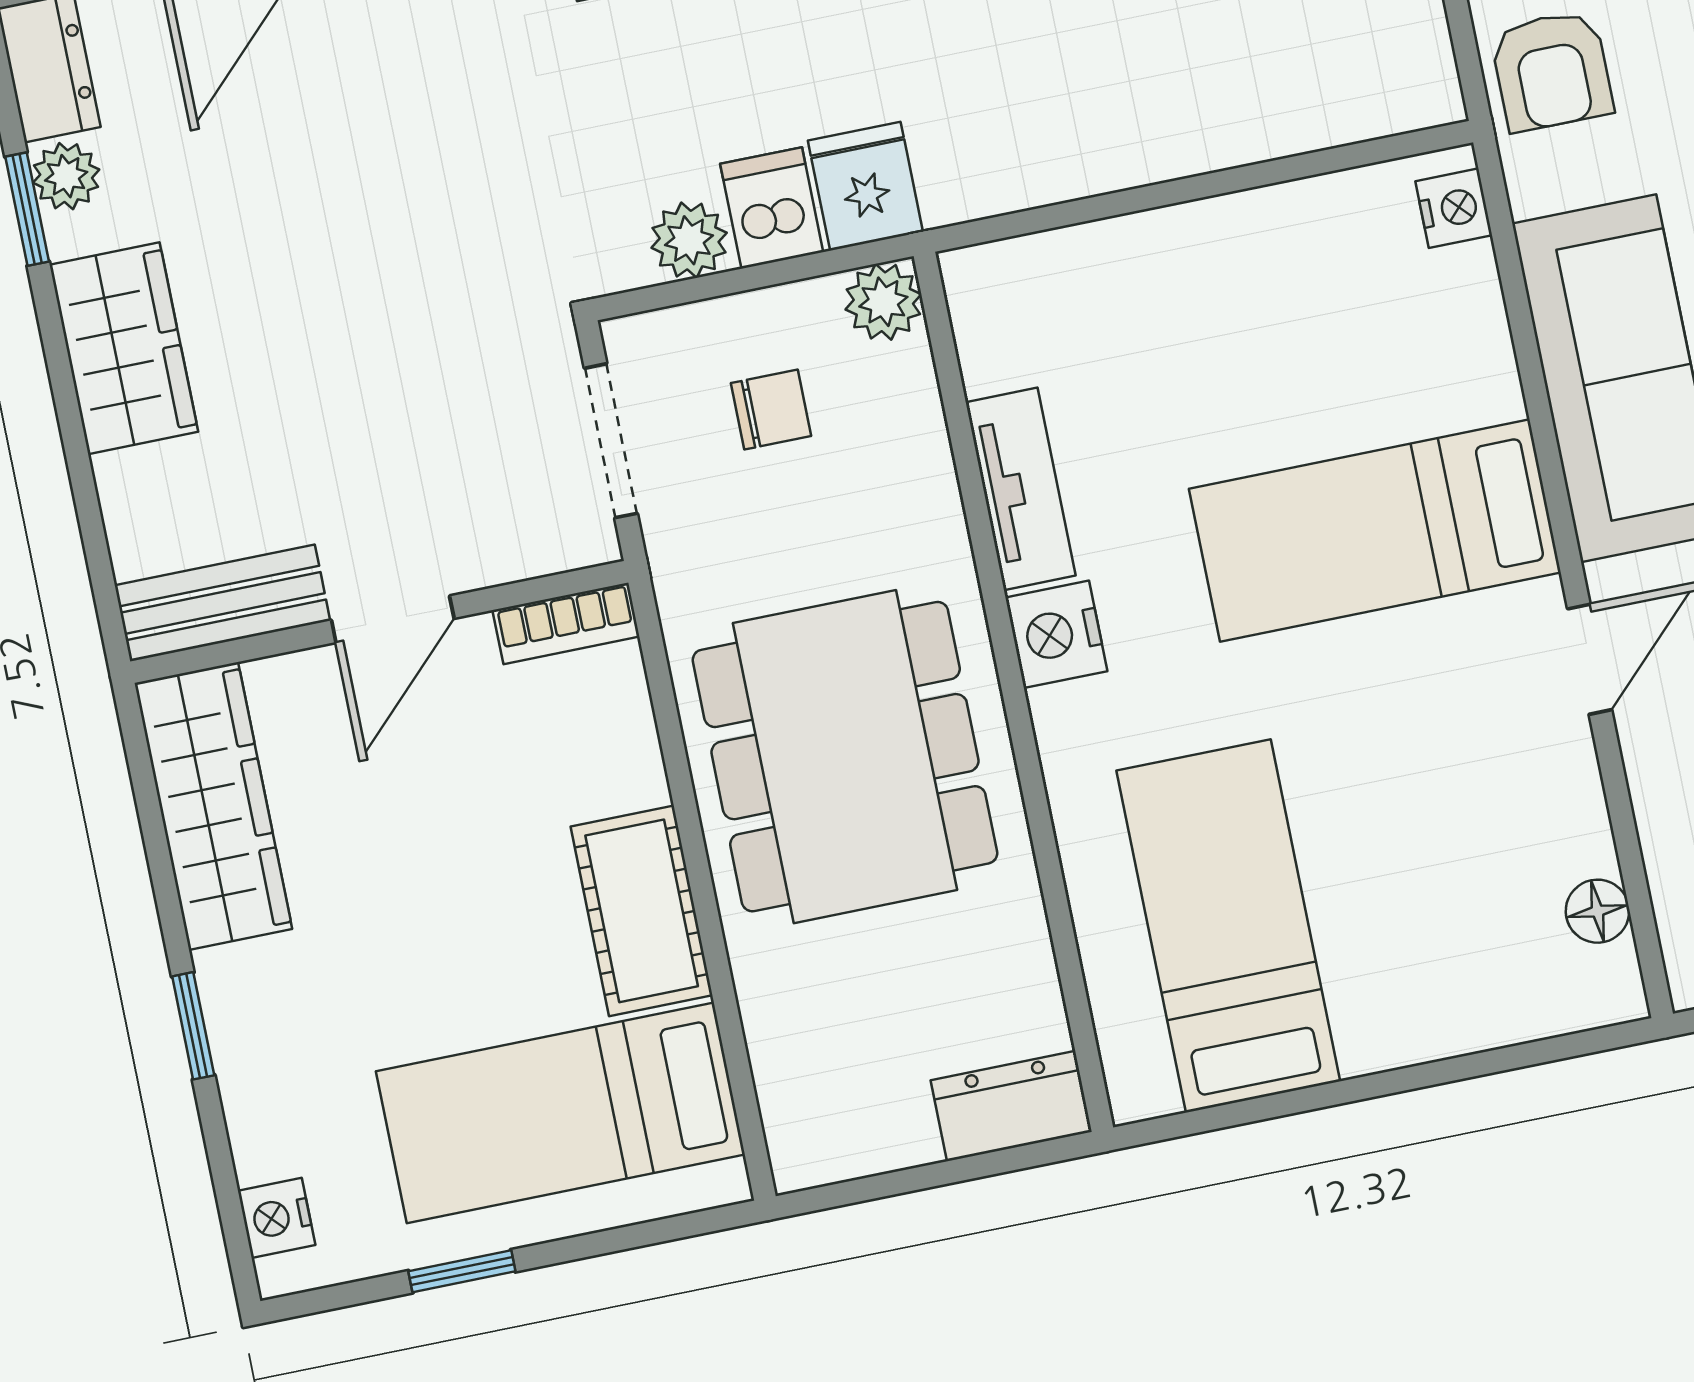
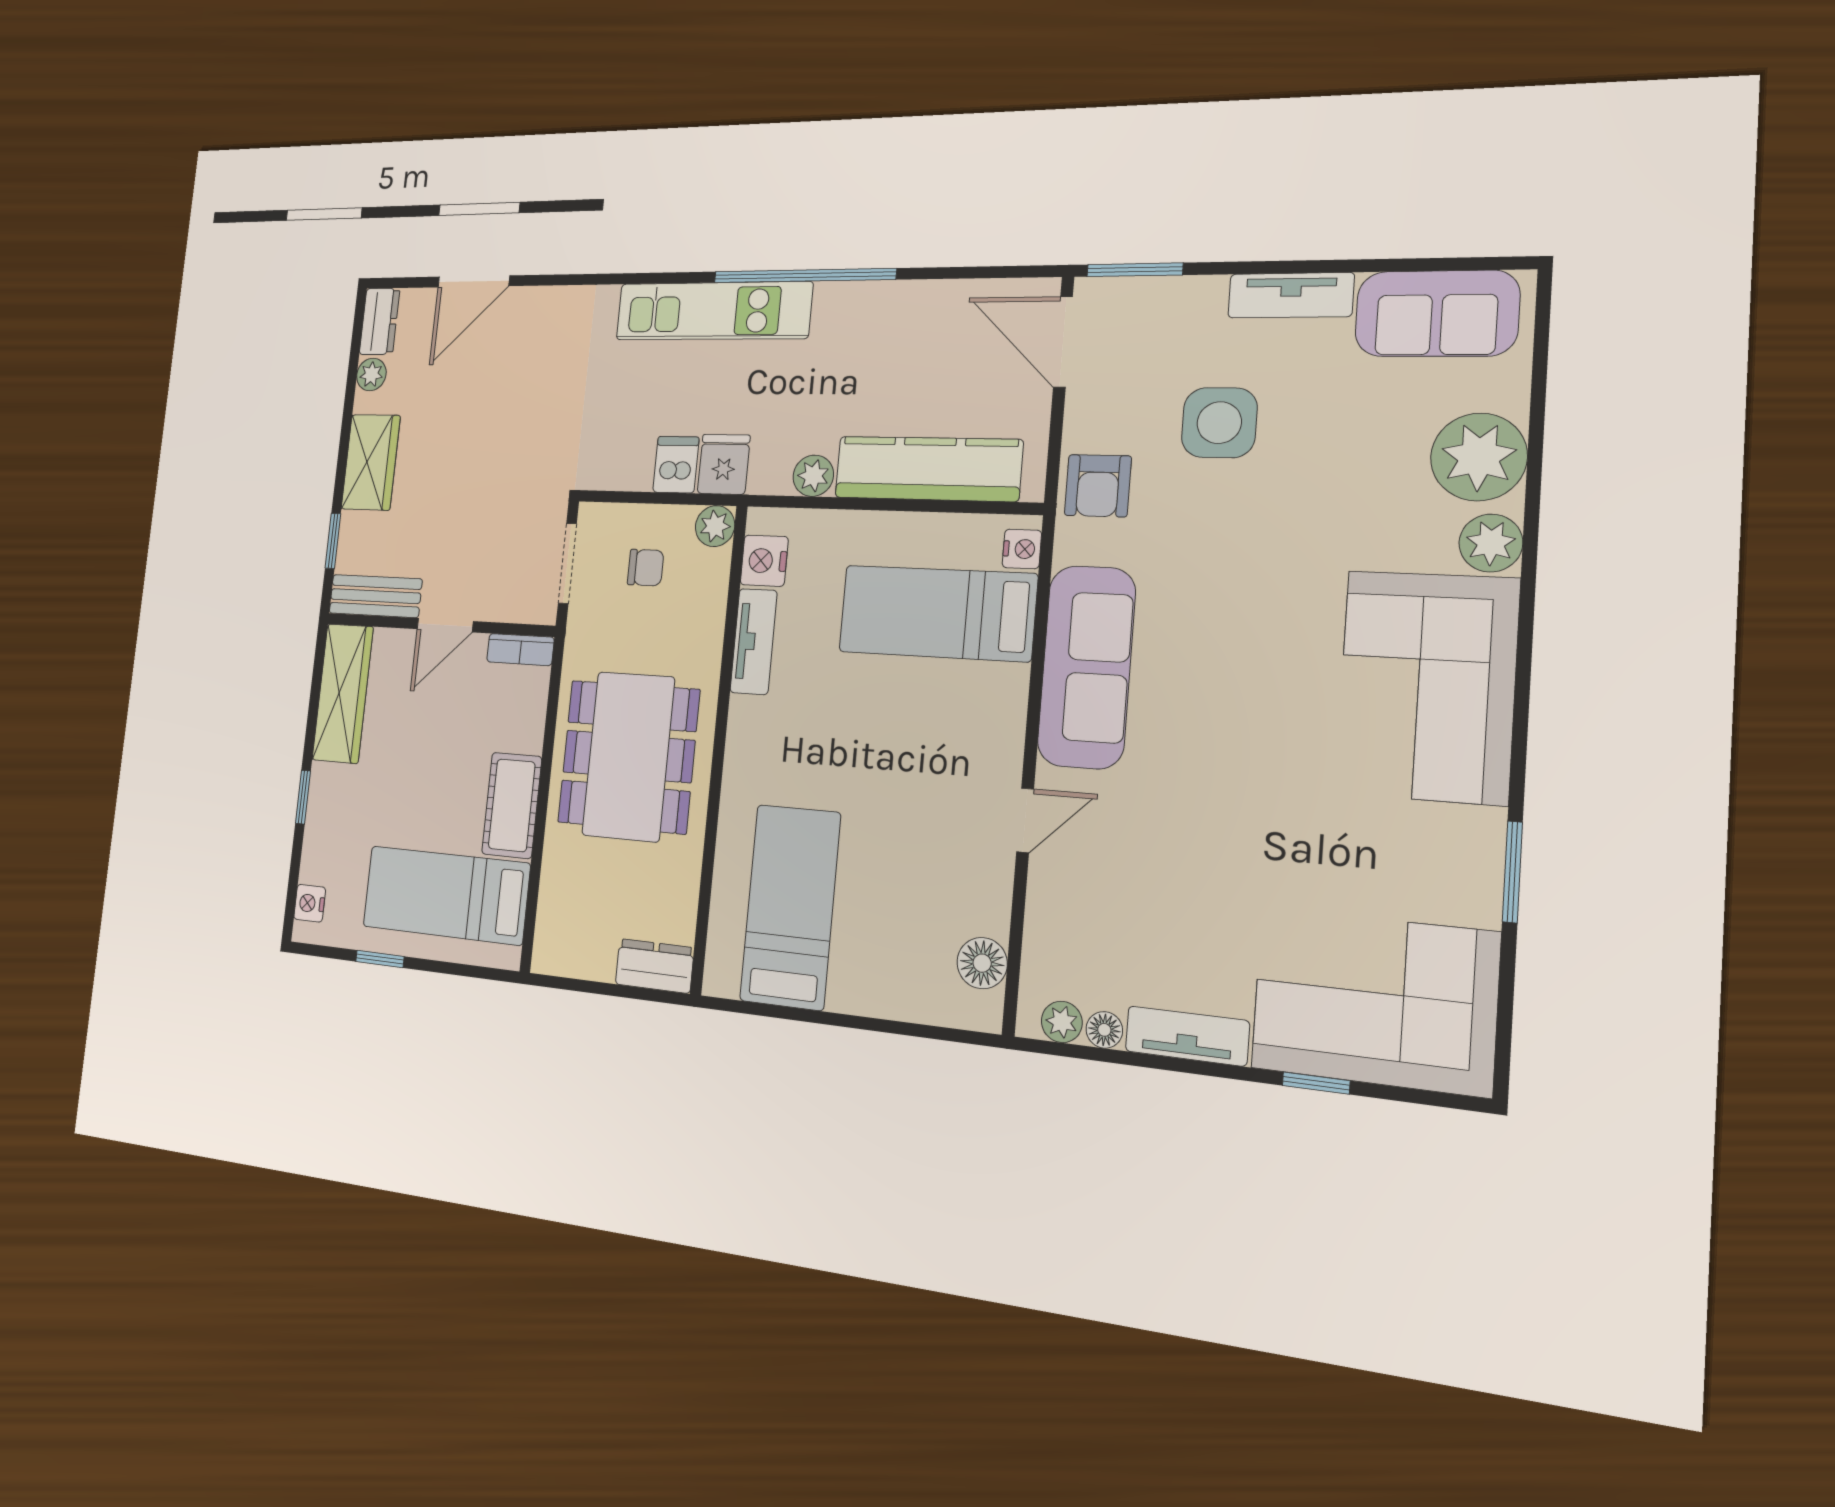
kitchen counter: (1249, 108) -> (928, 469), added
window: (27, 209) -> (333, 541), moved
plant: (689, 240) -> (813, 476), moved
bed: (1375, 531) -> (937, 613), moved
nightstand: (1056, 634) -> (764, 561), moved
floor lamp: (1597, 911) -> (982, 963), width x1.37, depth x1.37

